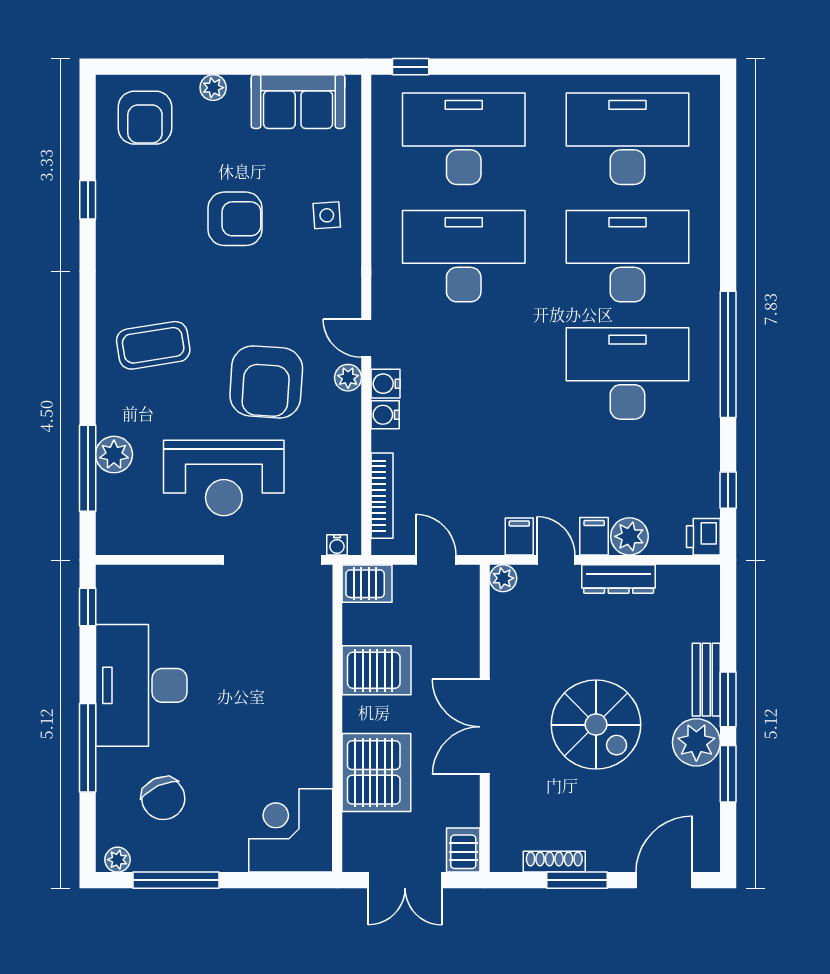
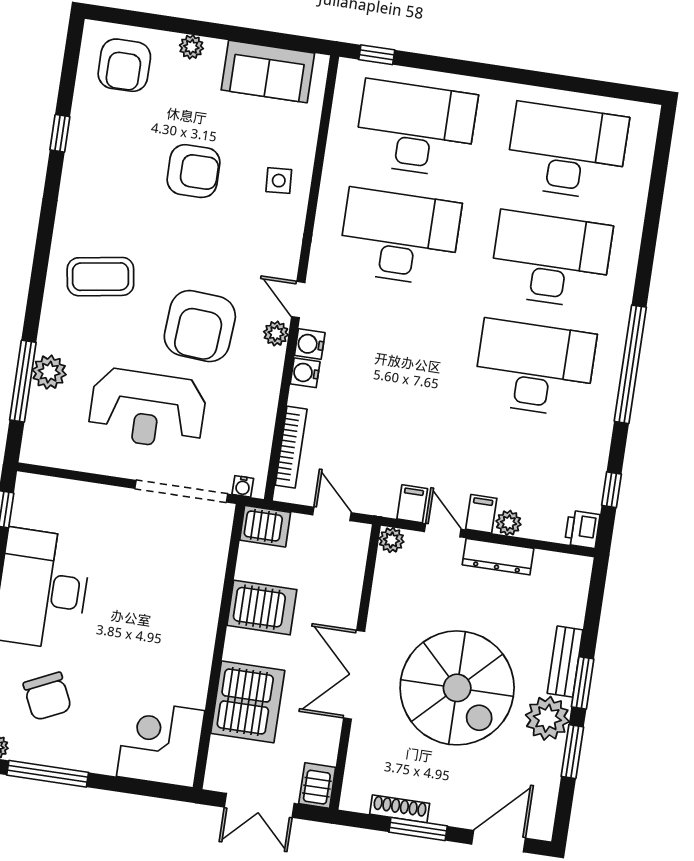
plant: (629, 536) -> (509, 523), width x0.73, depth x0.73
spiral stairs: (596, 725) -> (457, 688), width x1.37, depth x1.37

